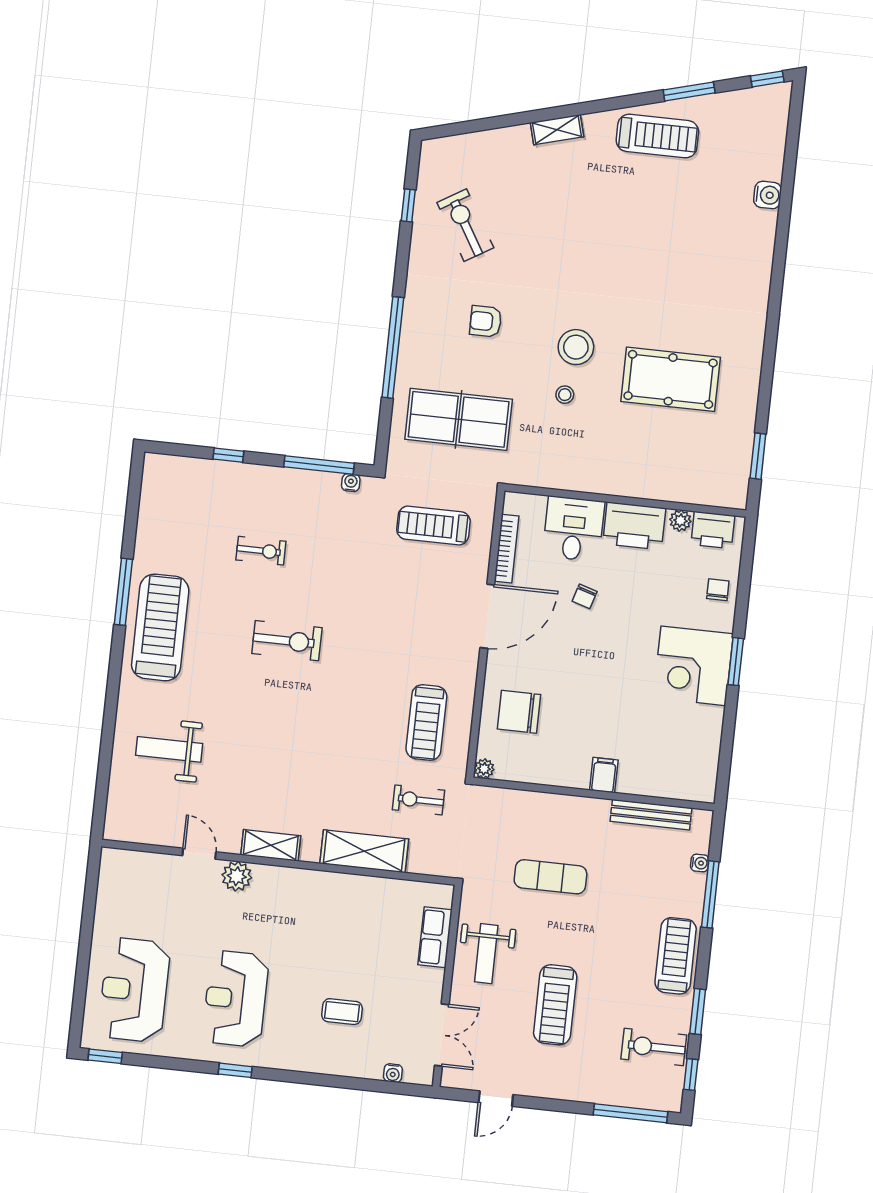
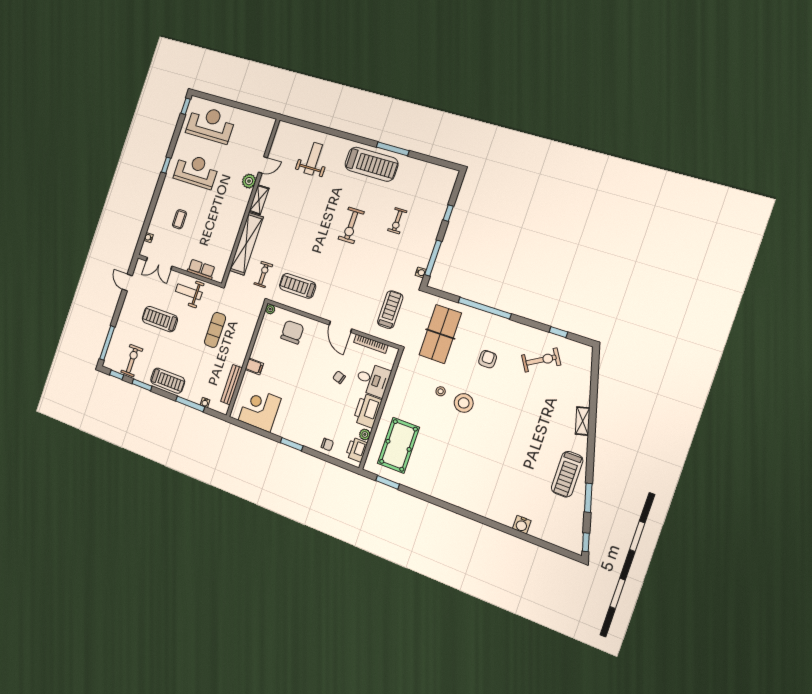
pool table: (671, 379) -> (398, 445), moved
door: (487, 616) -> (340, 327), width x0.73
corner desk: (693, 666) -> (260, 409), moved
shelving: (364, 851) -> (246, 244), width x1.47

